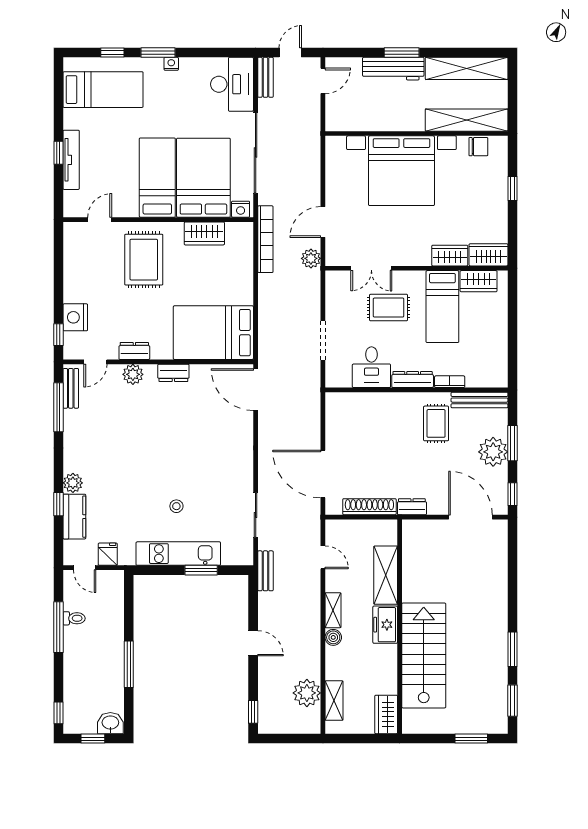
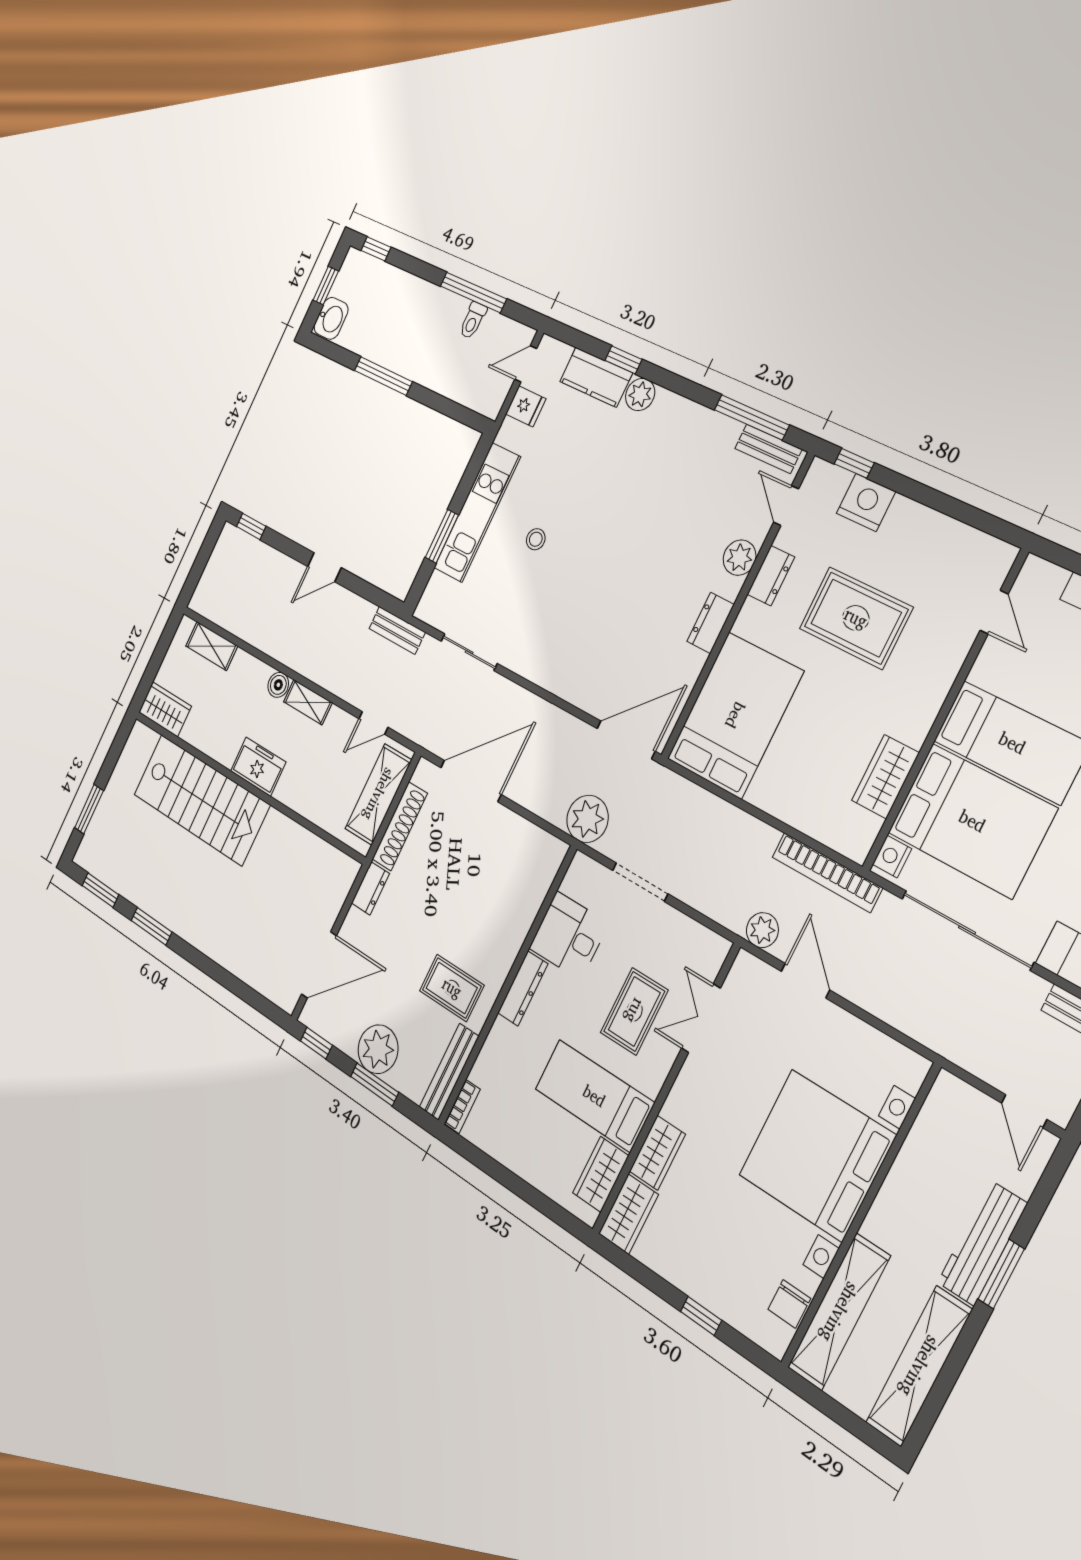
rug: (144, 260) -> (856, 618), moved
bookcase: (450, 382) -> (462, 1106), moved
shelving: (386, 575) -> (378, 794), moved, turned 90
plant: (307, 693) -> (587, 819), moved

